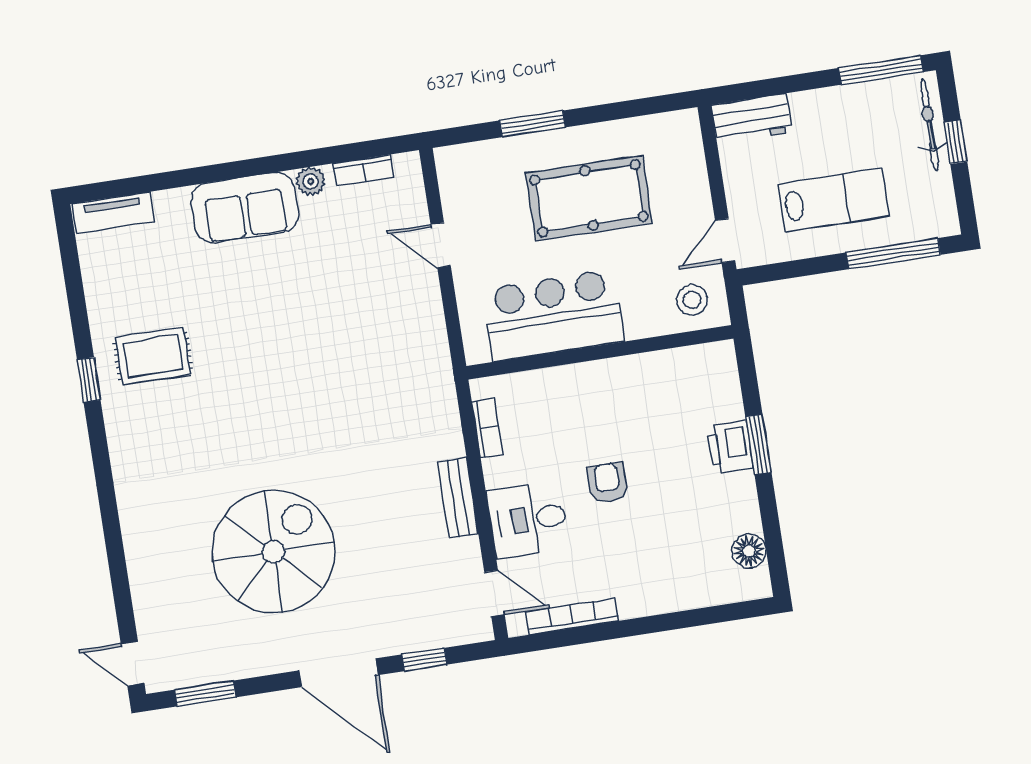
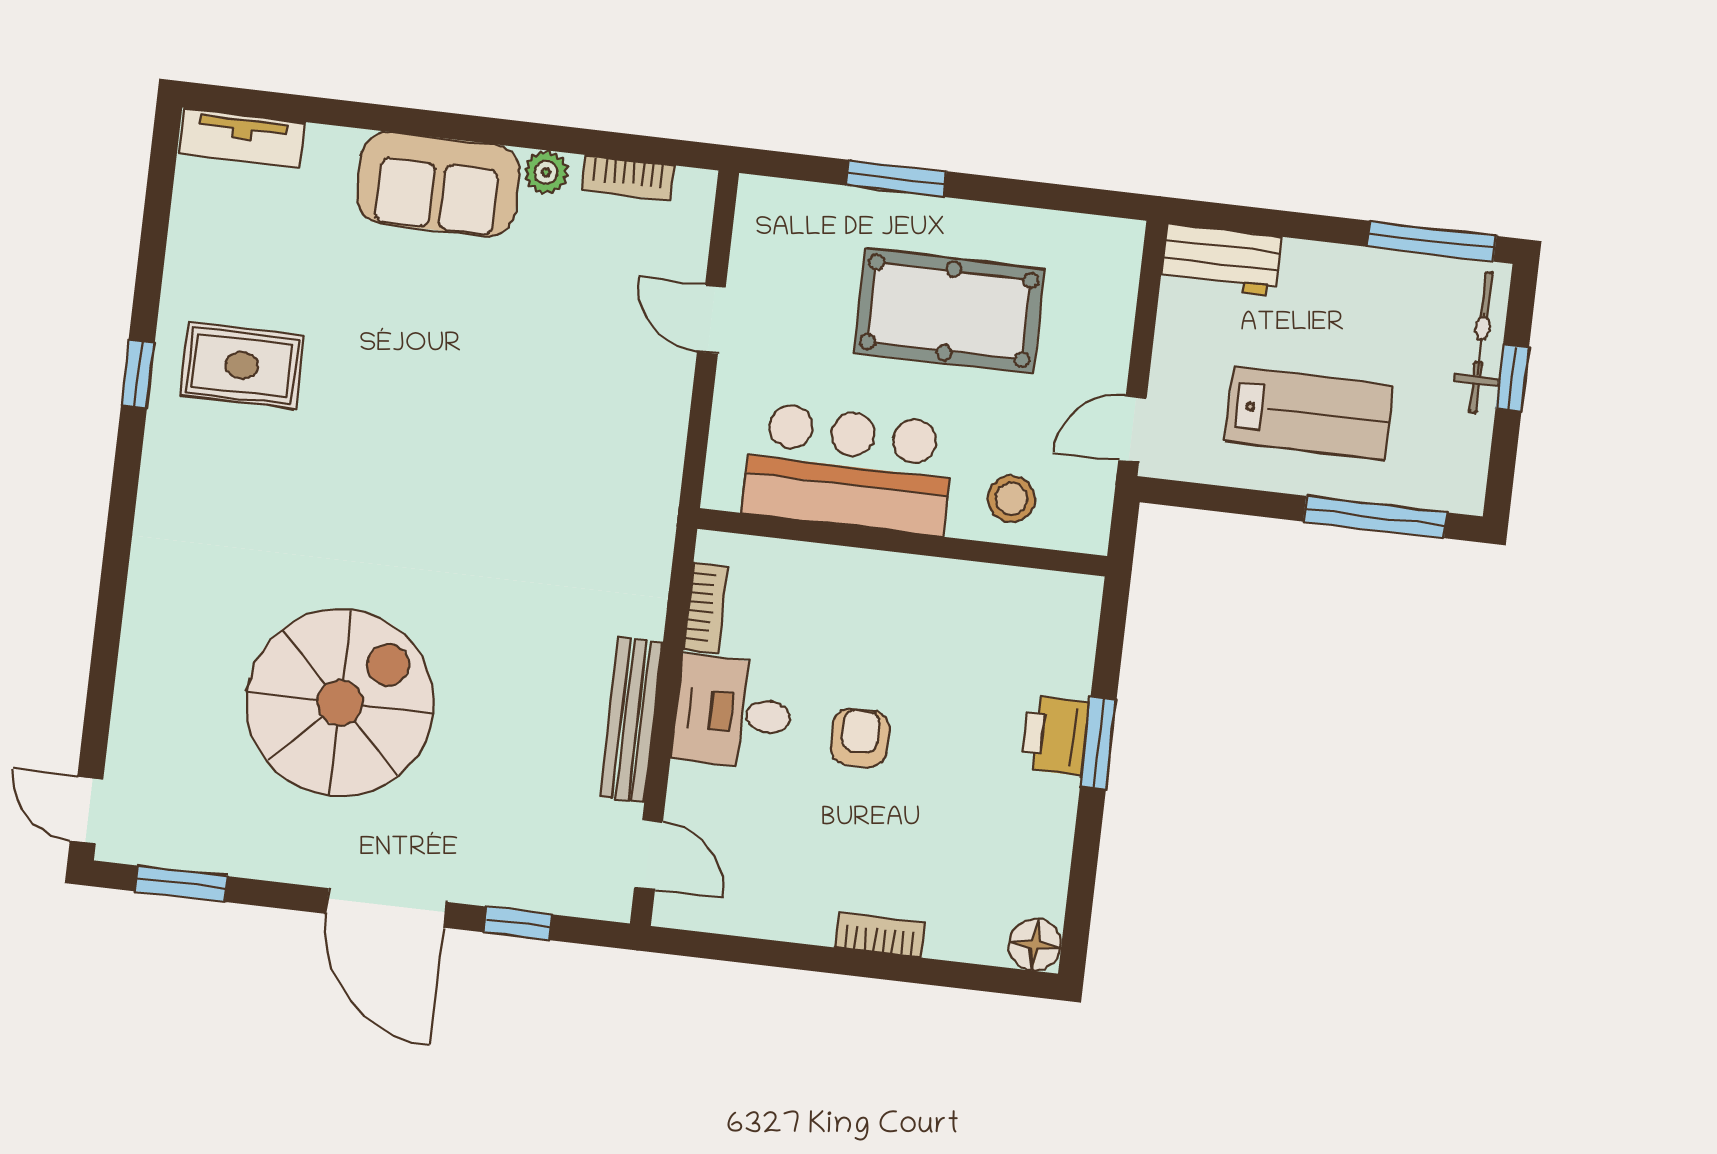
stool: (692, 300) -> (1011, 499), moved
bench: (458, 498) -> (631, 720), width x1.36
desk: (528, 520) -> (733, 713), moved
floor lamp: (749, 551) -> (1035, 945), moved
bookcase: (572, 616) -> (880, 935), moved, width x0.64

